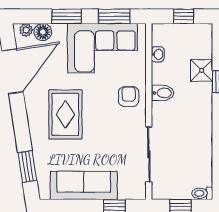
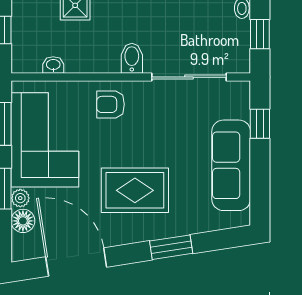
plant: (26, 30) -> (20, 198), moved
bidet: (163, 93) -> (132, 58), moved
window: (27, 167) -> (171, 247), moved

